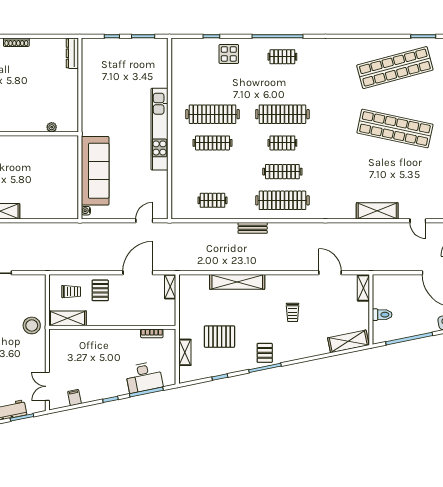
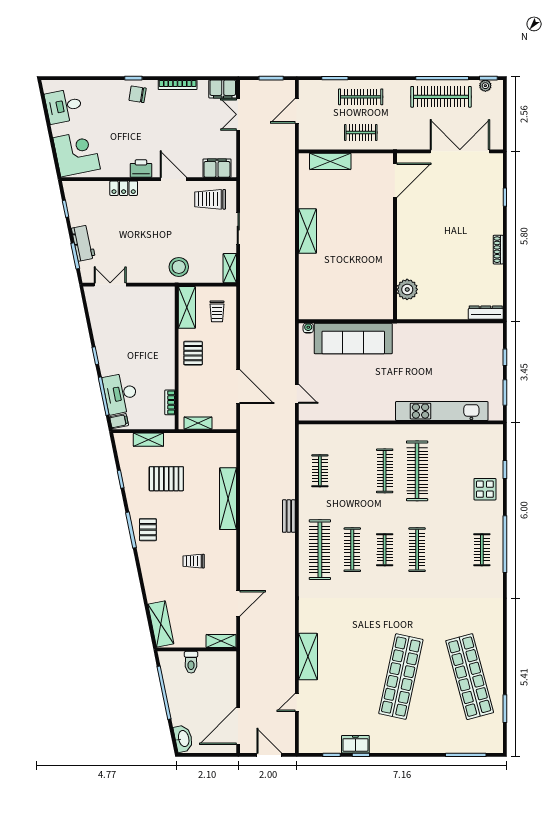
clothes rail: (282, 114) -> (417, 550), width x0.73, depth x0.76
plant: (52, 127) -> (407, 289), width x1.88, depth x1.88
kitchen unit: (159, 129) -> (442, 411), moved
shelving: (33, 280) -> (230, 268), added
shelving: (170, 287) -> (198, 423), moved
pallet: (100, 290) -> (193, 353), moved, turned 90
pallet: (219, 337) -> (166, 479), turned 90
pallet: (265, 353) -> (148, 530), turned 90
filing cabinet: (74, 398) -> (119, 421), moved

